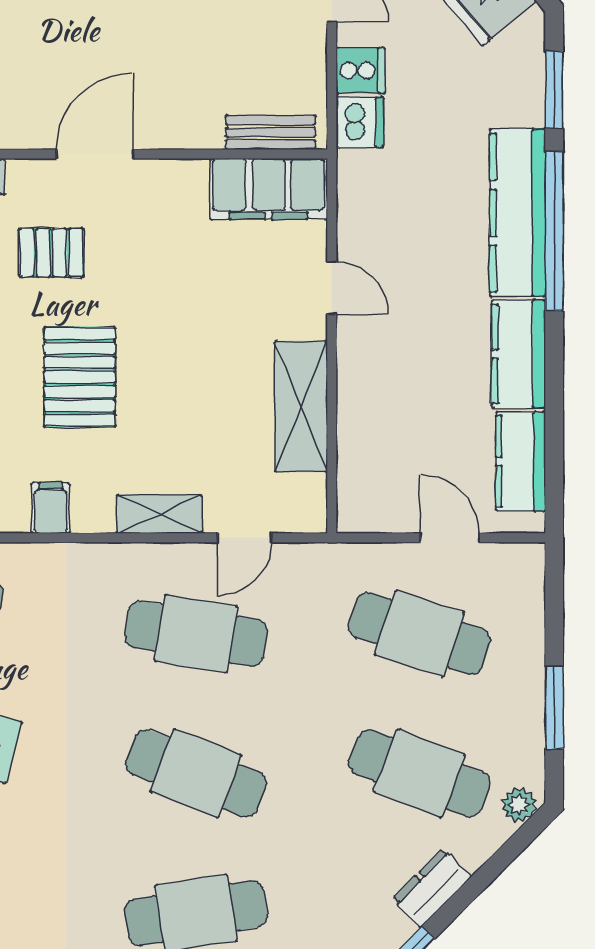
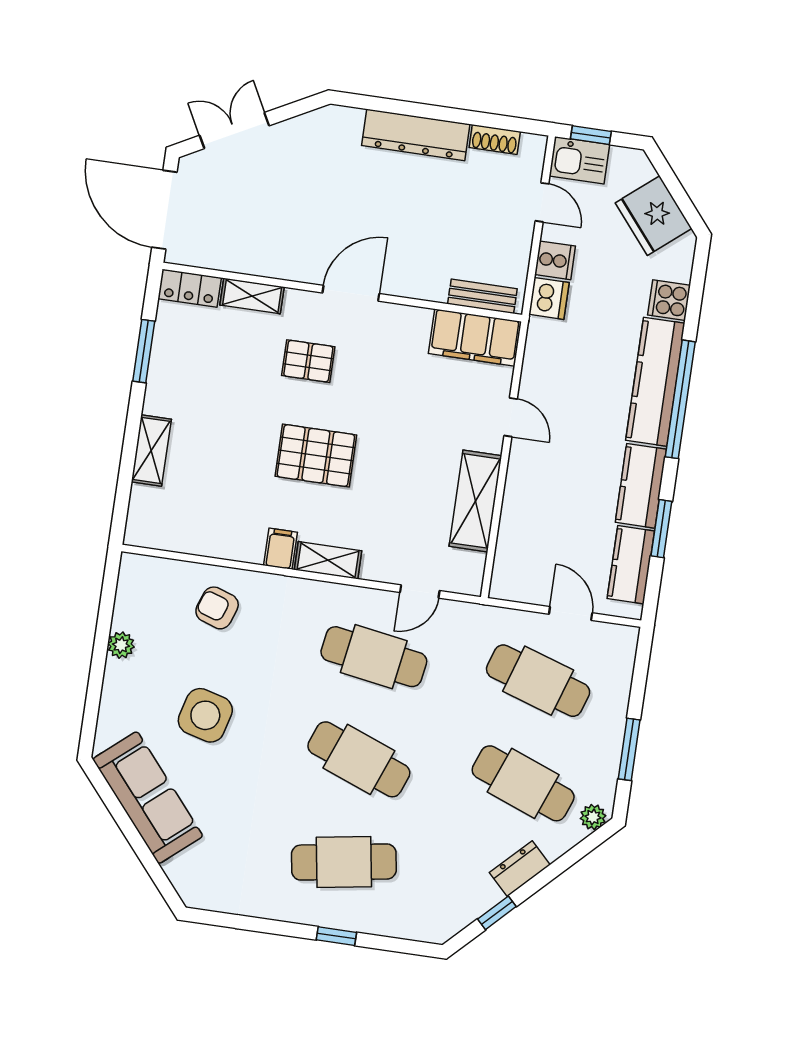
window: (554, 90) -> (661, 529), moved
cooker: (520, 101) -> (669, 300), added
pallet: (80, 377) -> (316, 456), turned 90
shelving: (159, 514) -> (328, 560), moved

